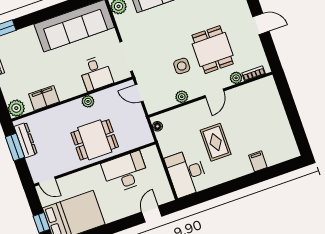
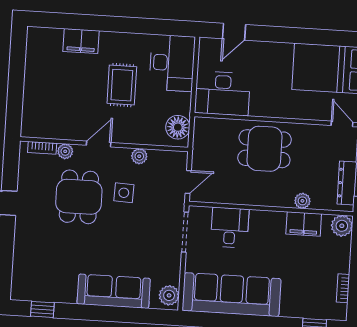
door: (139, 93) -> (188, 182), hinge flipped
plant: (88, 101) -> (302, 201), moved
floor lamp: (157, 126) -> (178, 127), width x1.89, depth x1.89
filing cabinet: (258, 161) -> (81, 41), width x2.00
desk: (125, 172) -> (222, 93), moved

